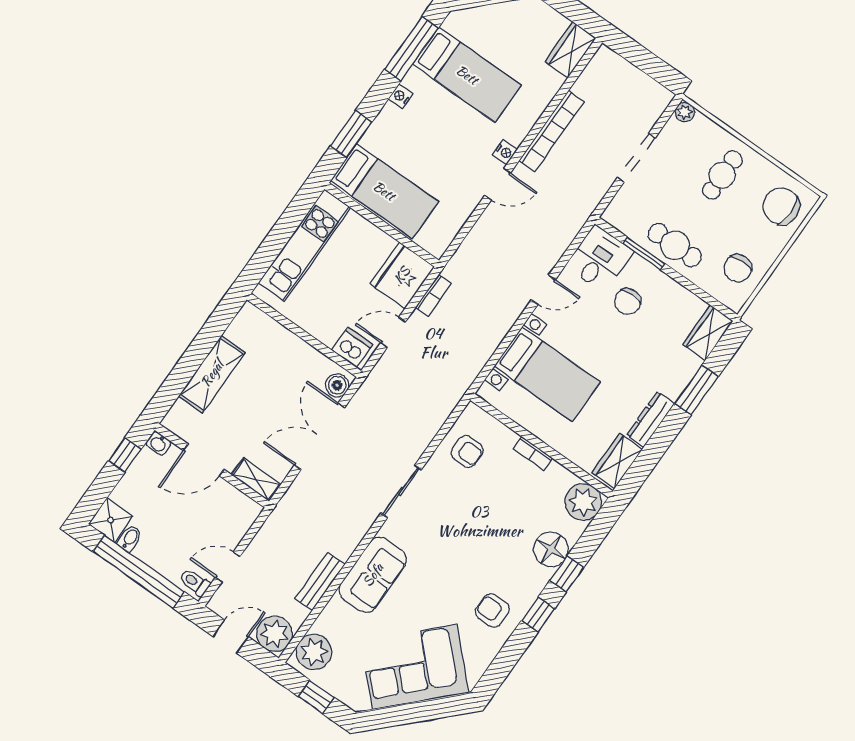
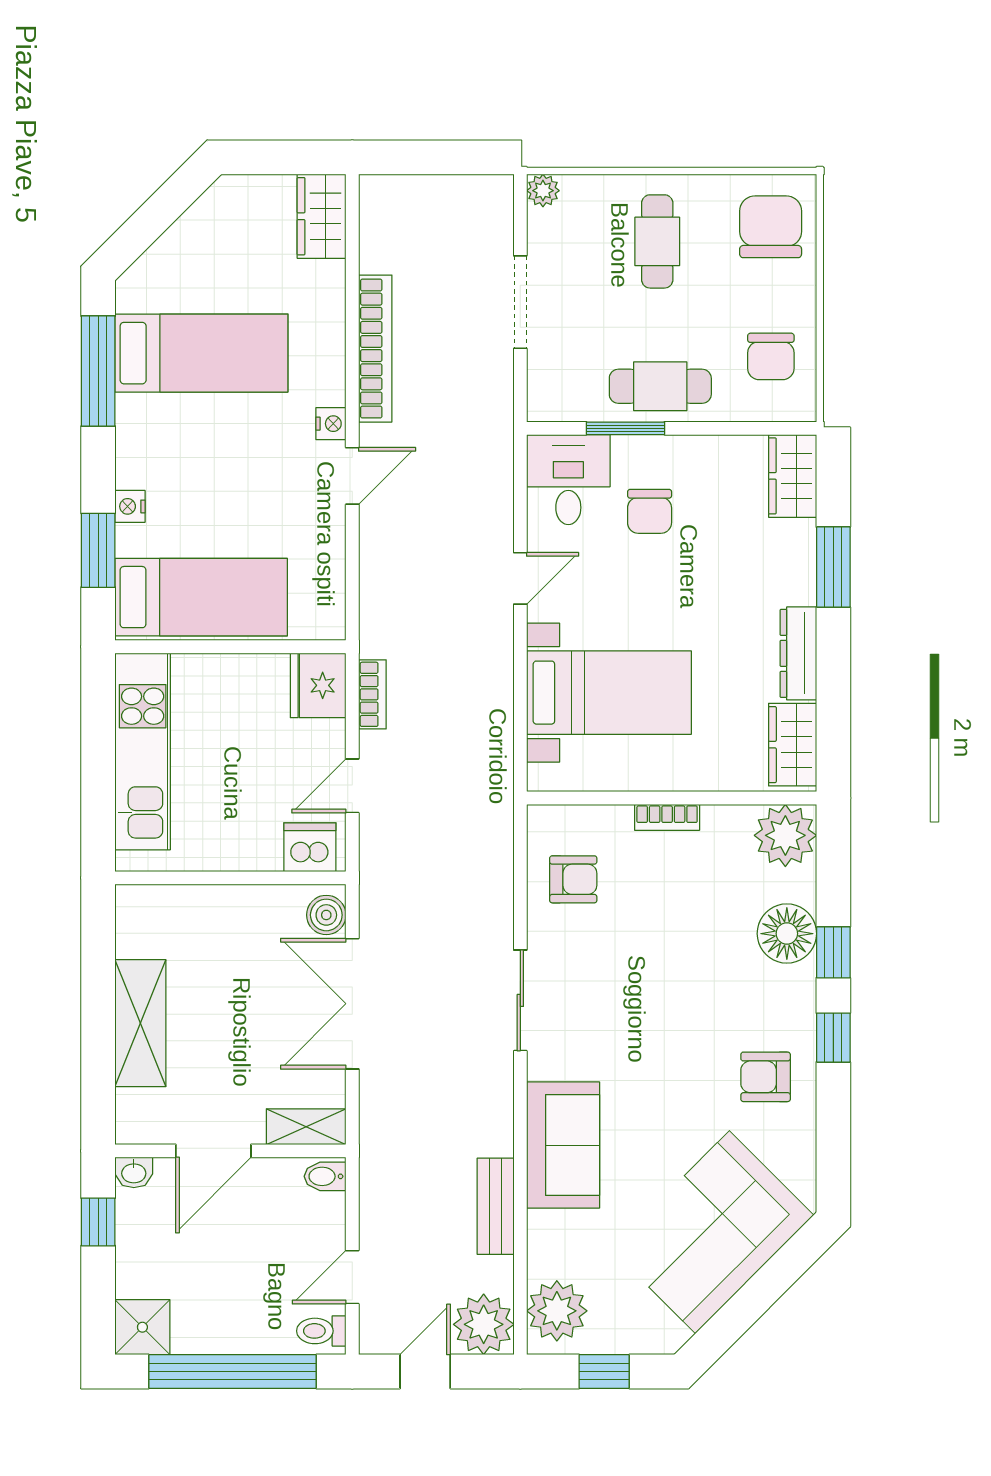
nightstand: (401, 96) -> (130, 506), moved
chair: (781, 206) -> (771, 227), turned 90
fridge: (402, 275) -> (318, 685), width x0.73, depth x0.75
bidet: (130, 538) -> (325, 1176), moved, turned -90

